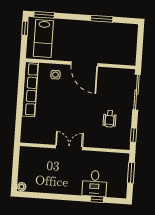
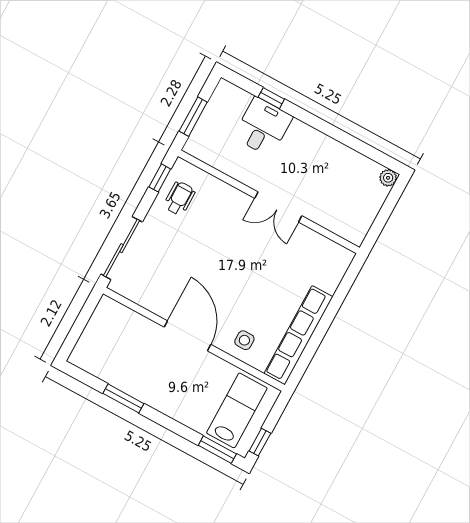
wheelchair: (110, 119) -> (179, 198), moved

